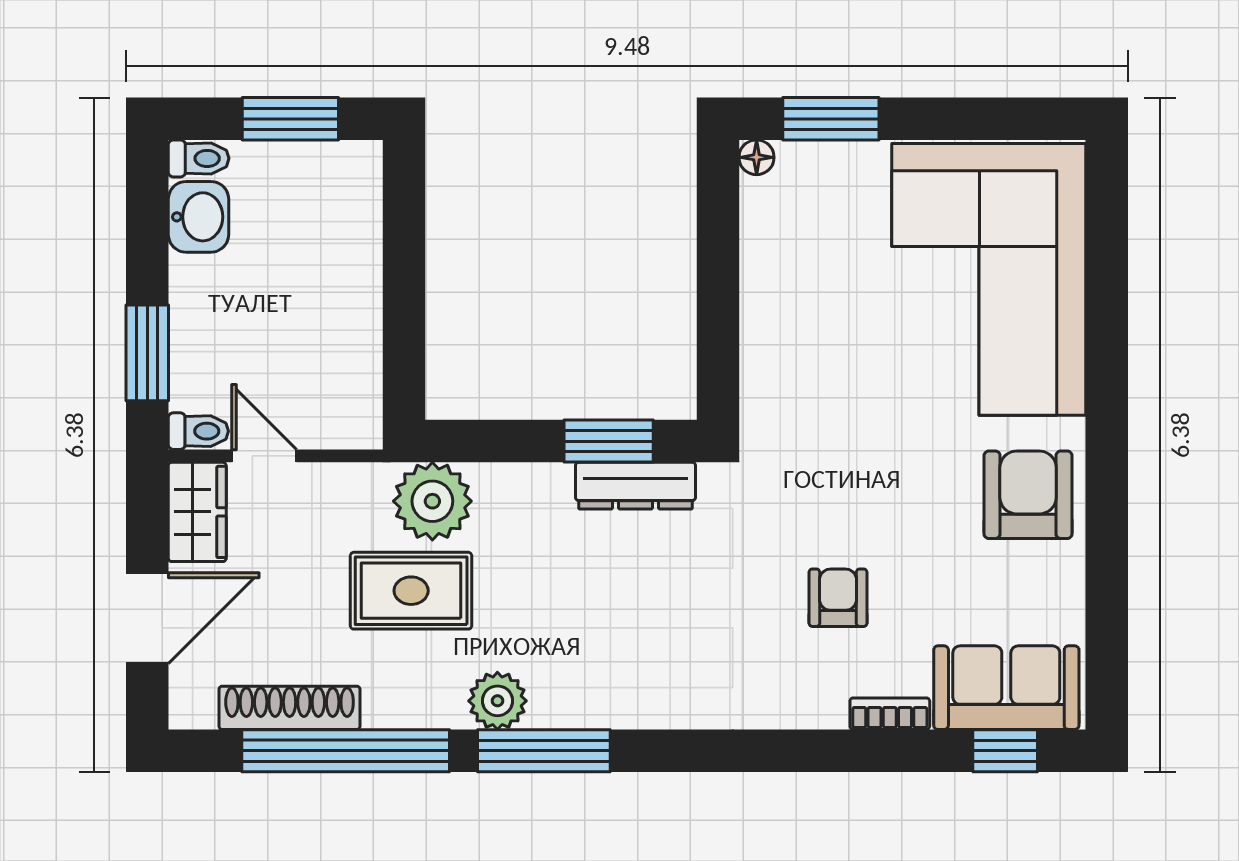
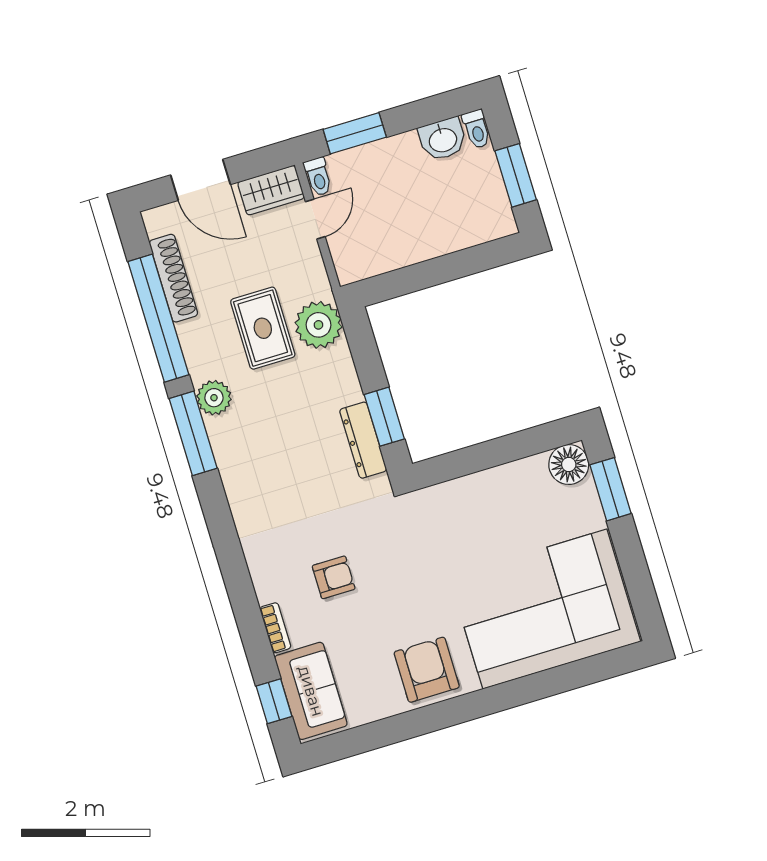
floor lamp: (757, 157) -> (569, 464), width x1.89, depth x1.89
armchair: (1028, 495) -> (427, 670), turned -90

